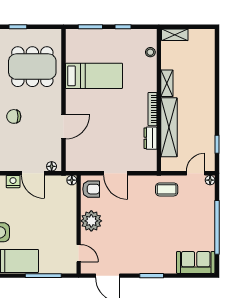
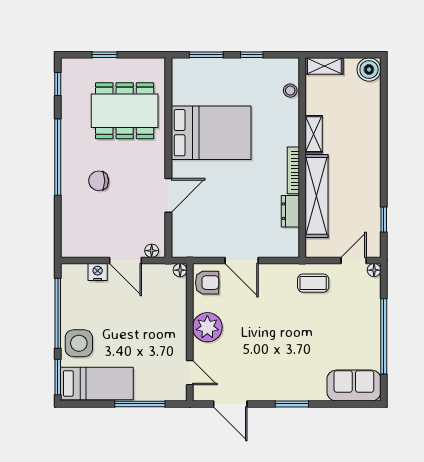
boiler: (206, 37) -> (369, 69), added
bed: (94, 76) -> (211, 133), width x1.50

